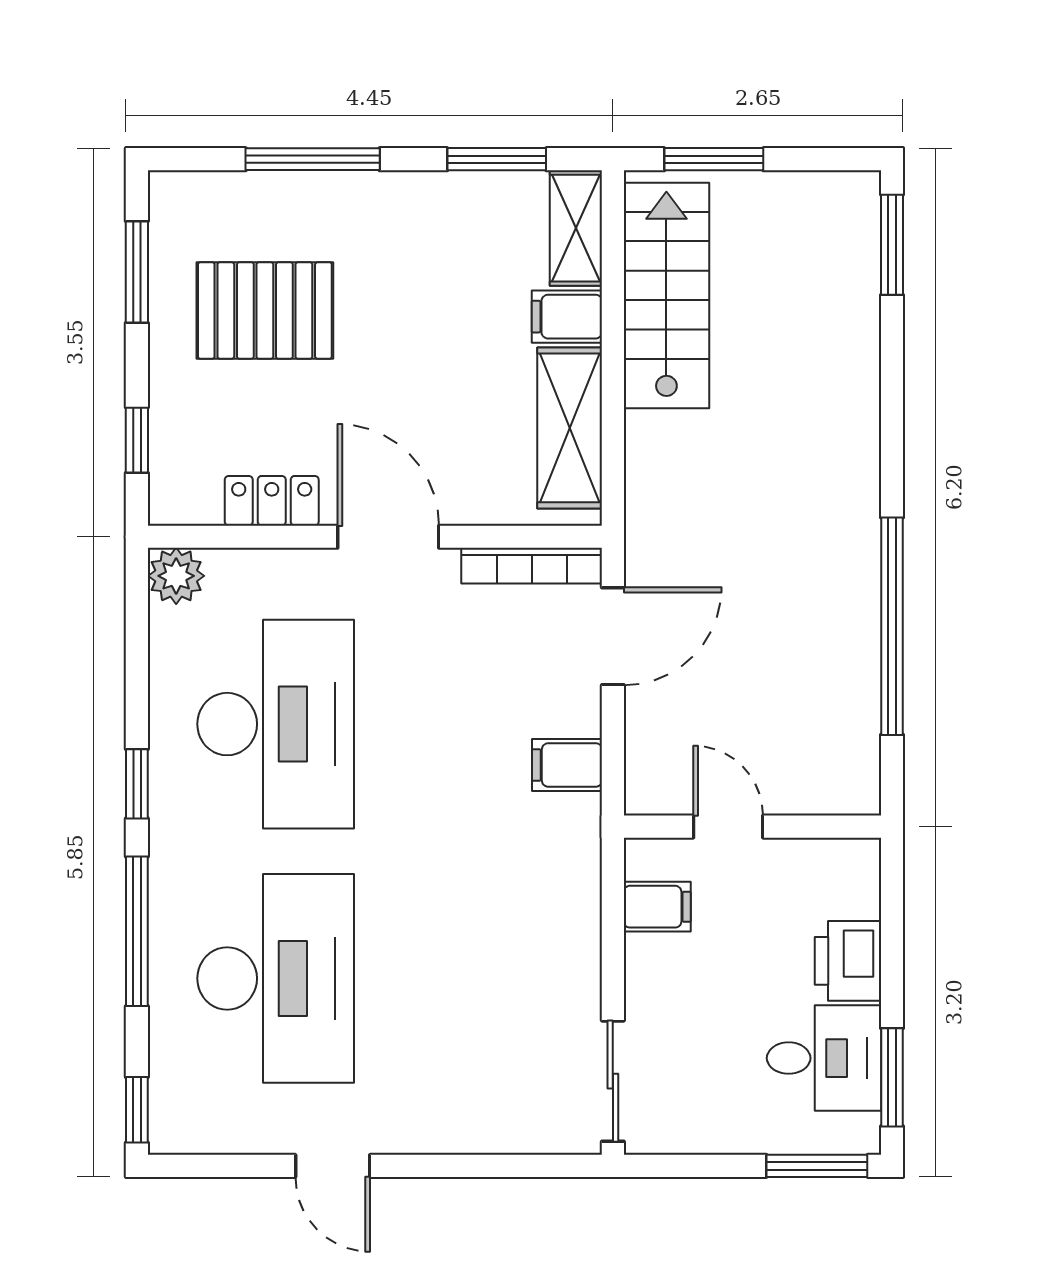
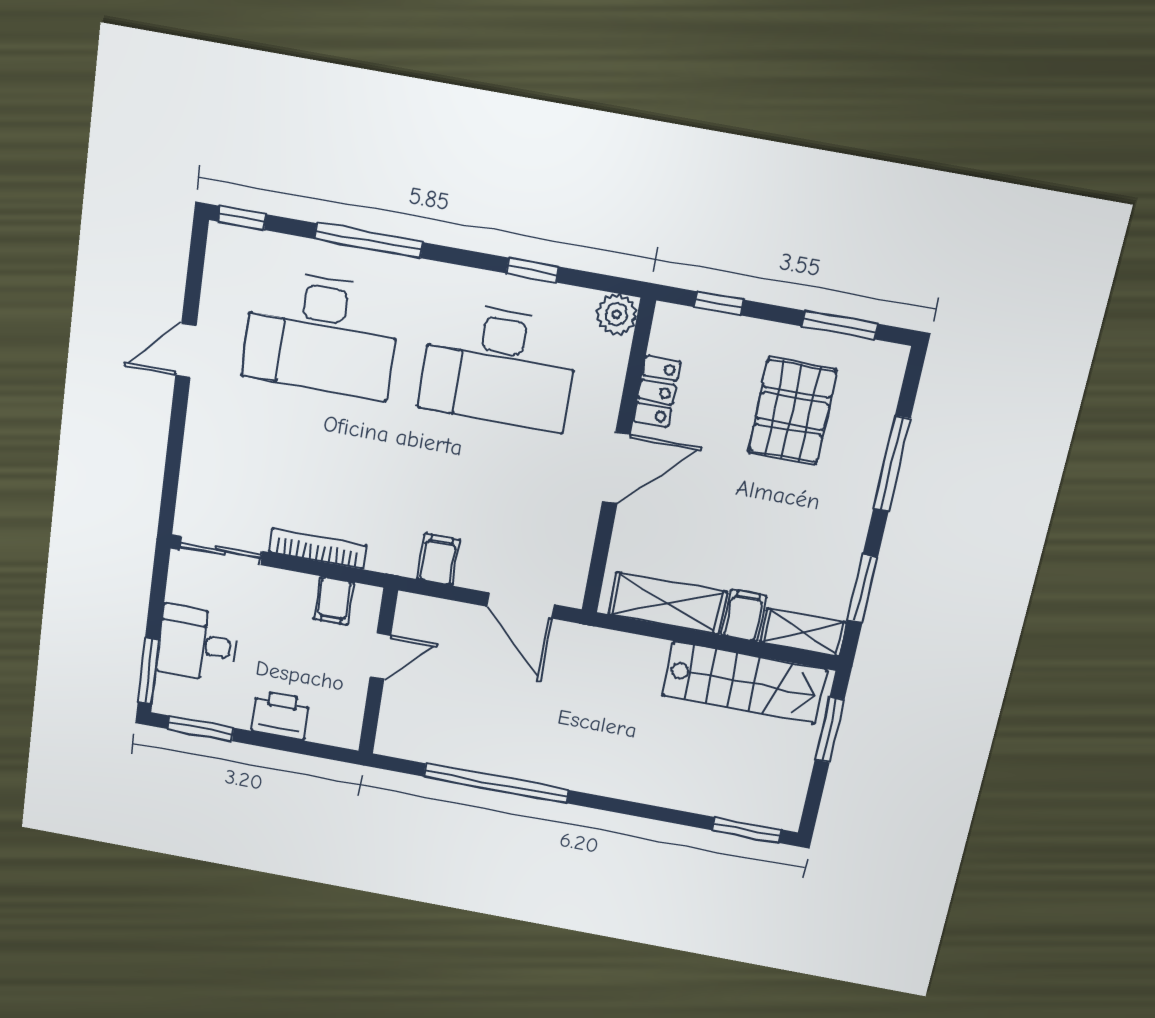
bookcase: (532, 566) -> (318, 549), moved, turned 90
window: (137, 784) -> (532, 270), moved
desk: (824, 1058) -> (198, 644), moved, turned 90

